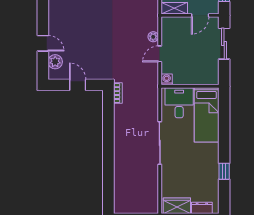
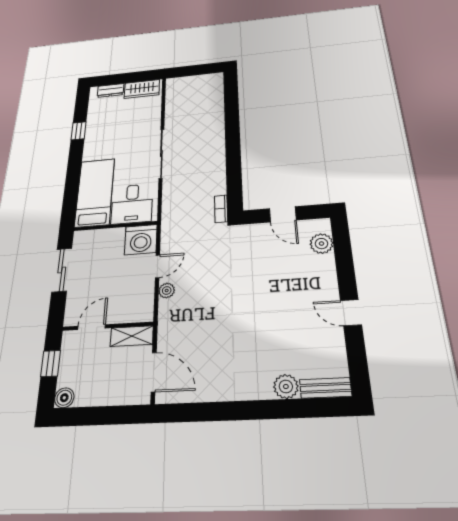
door: (43, 43) -> (351, 313), moved
sliding door: (224, 44) -> (62, 270), moved
washing machine: (167, 79) -> (141, 240), width x1.89, depth x1.89

